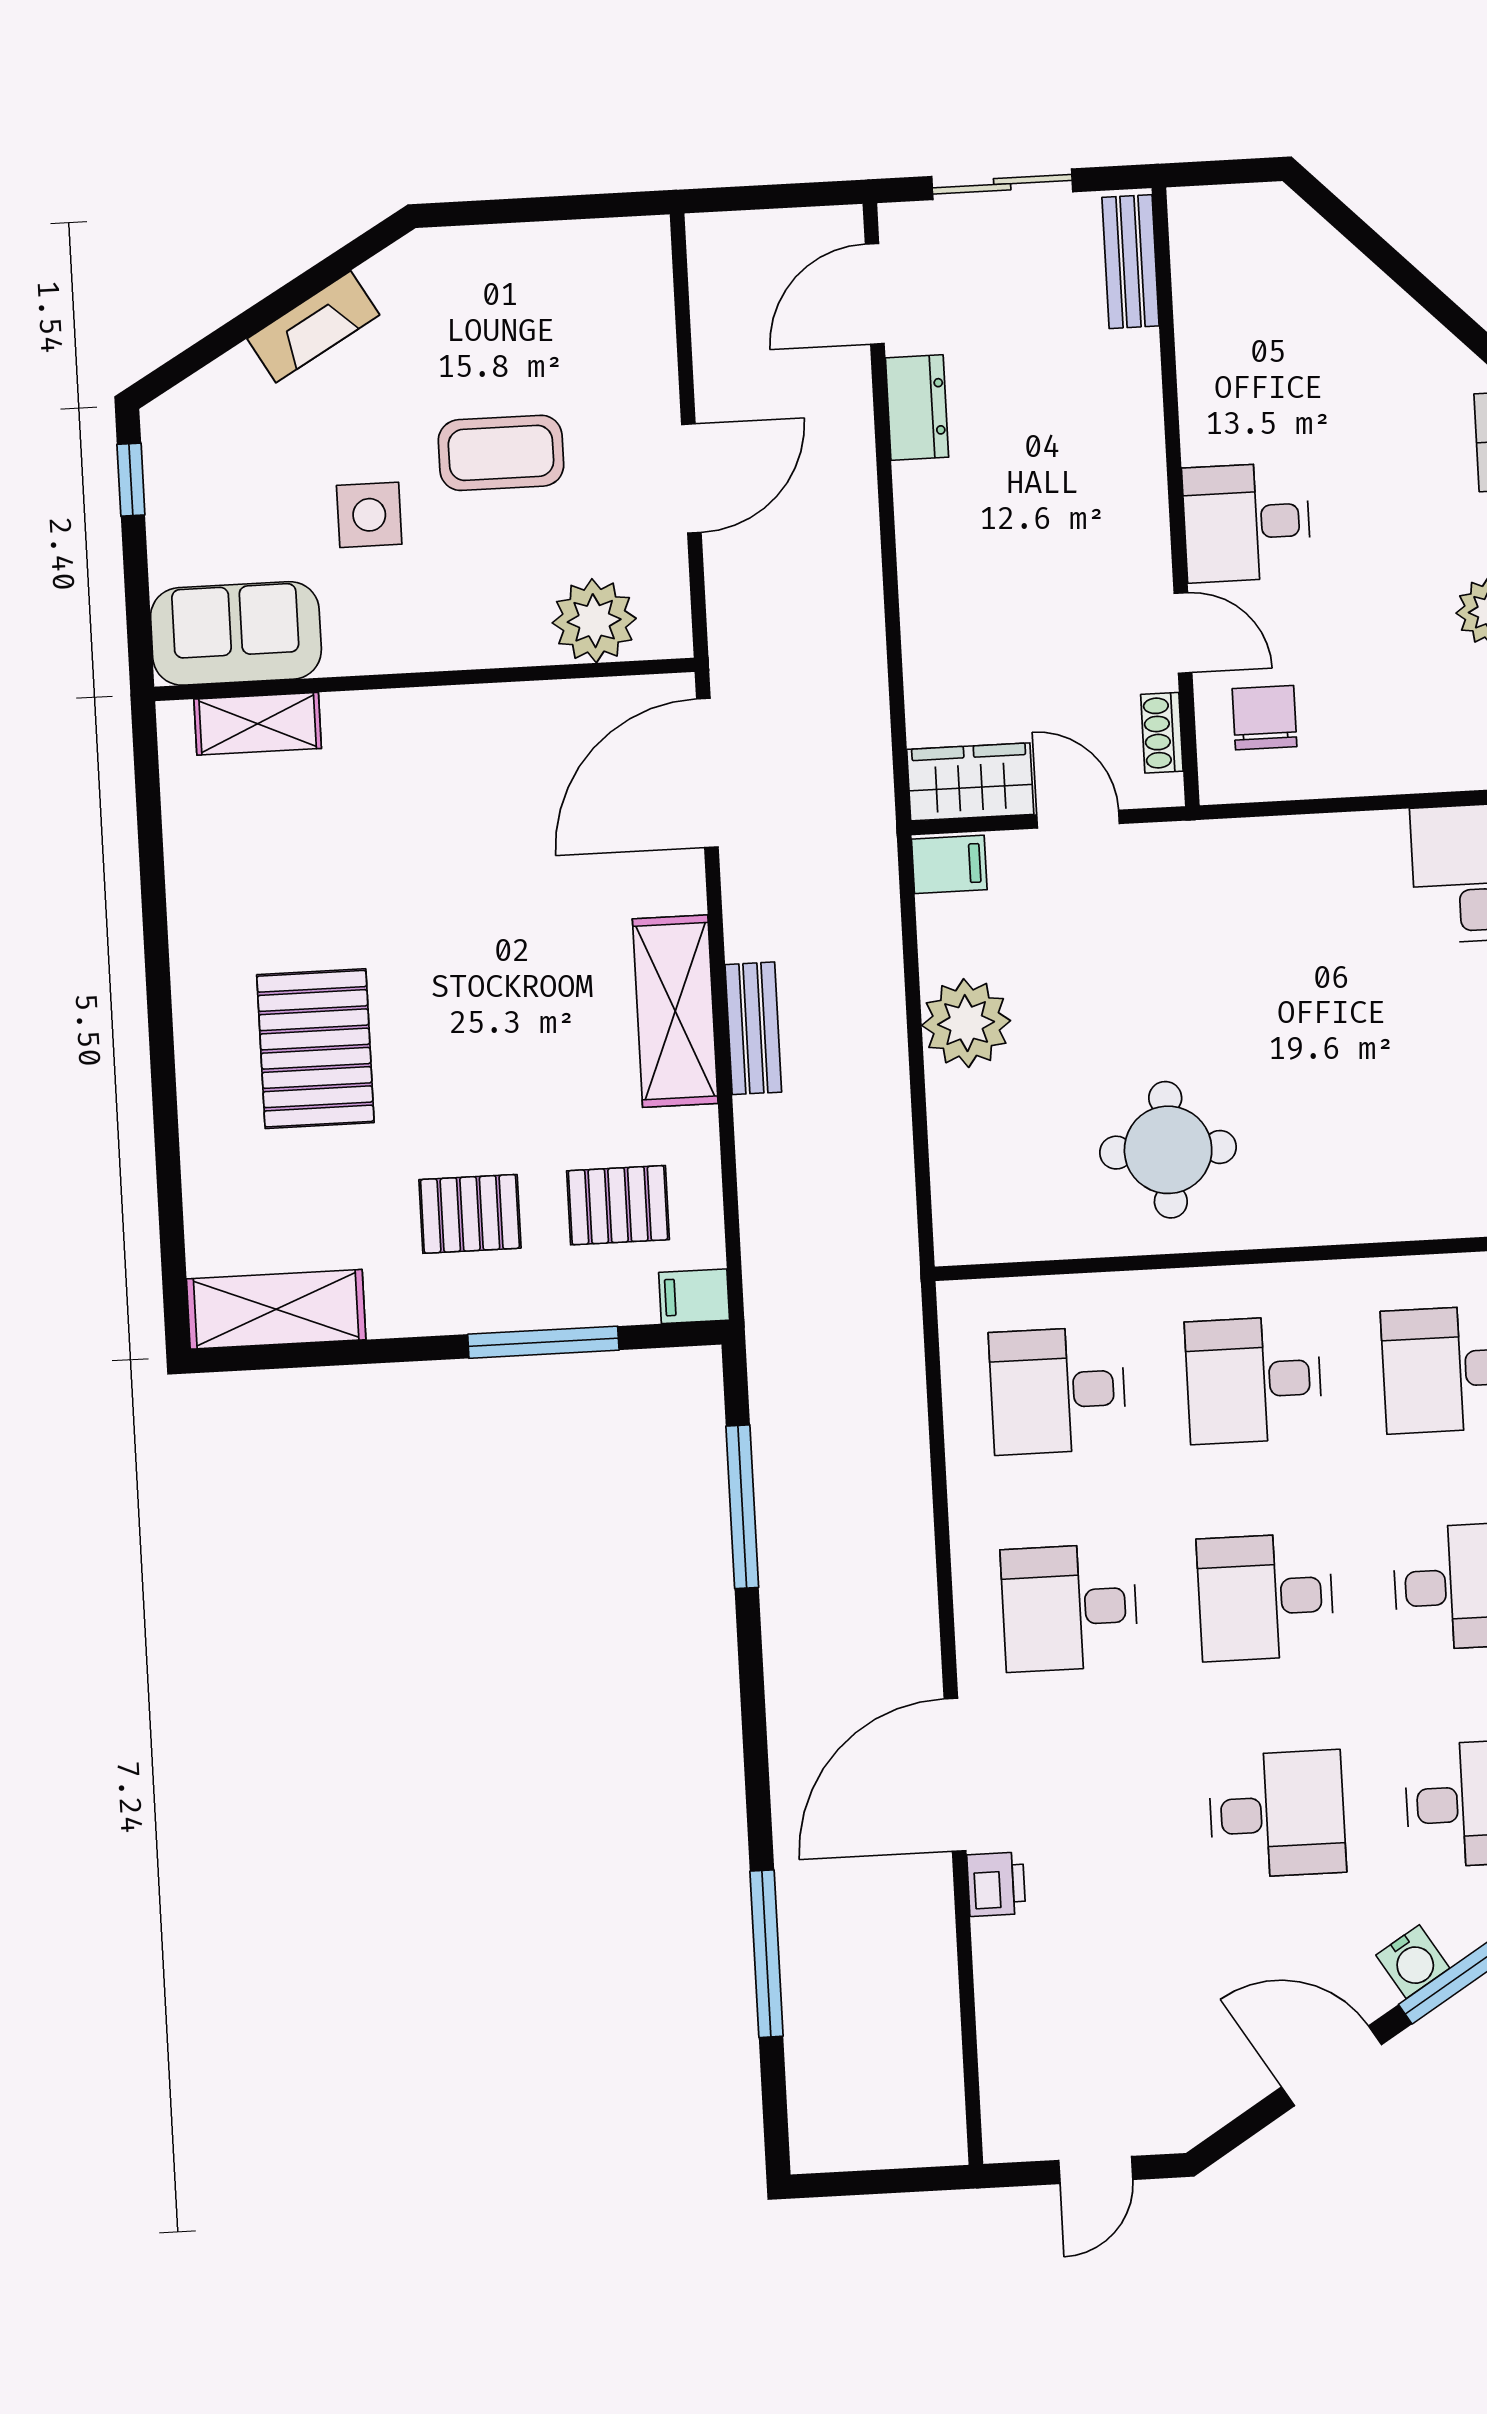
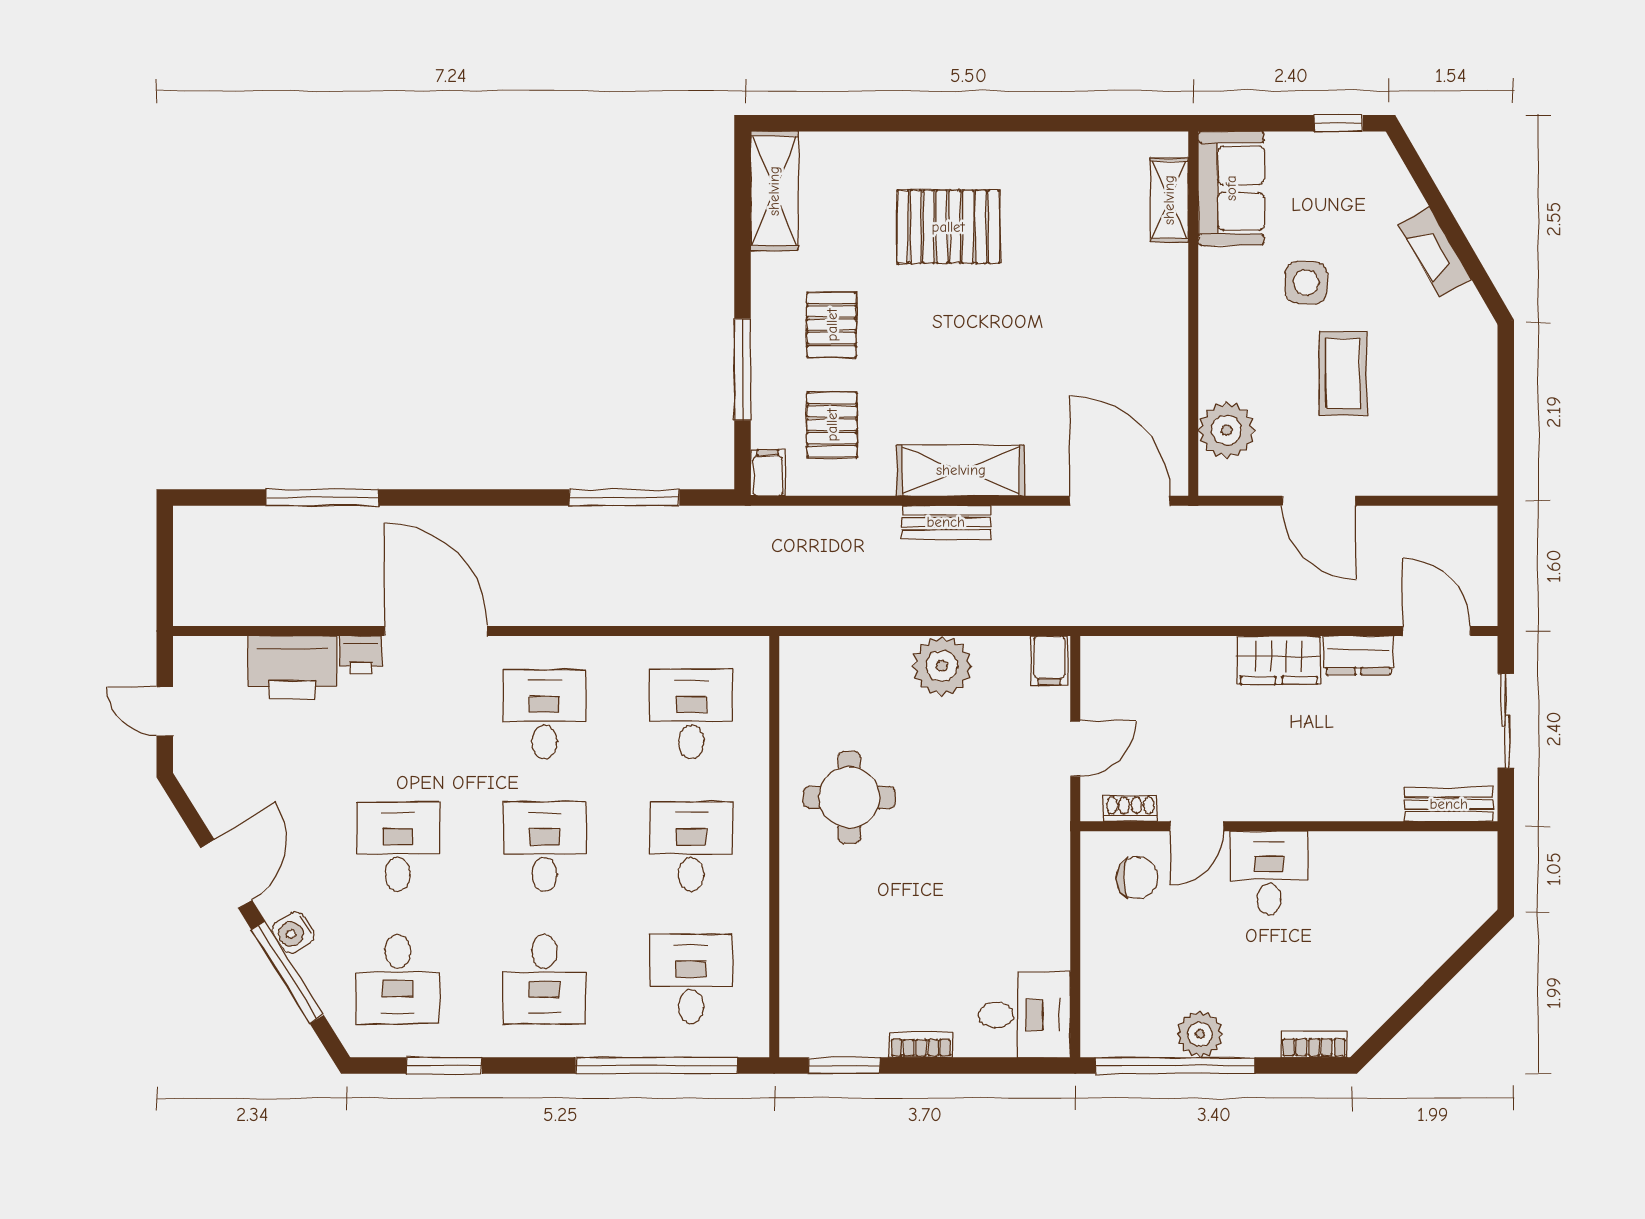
wardrobe: (970, 782) -> (1279, 660), moved, turned 90
desk: (1277, 1814) -> (398, 847), turned 180
printer: (1021, 1984) -> (292, 668), added

